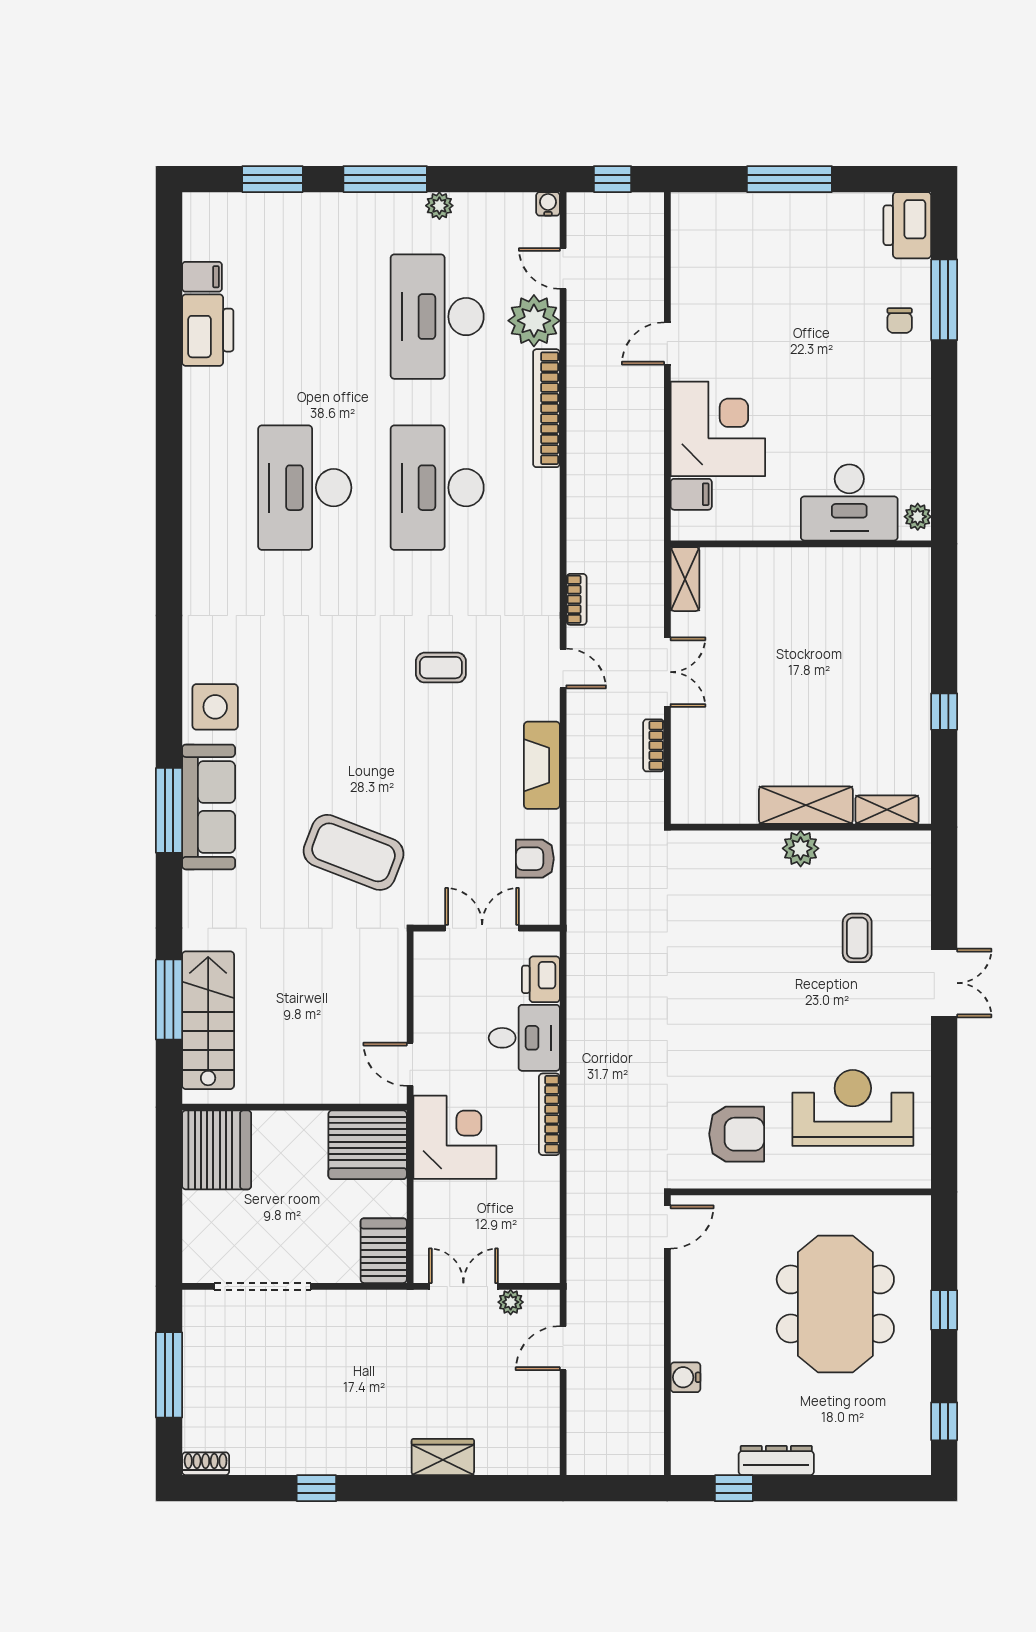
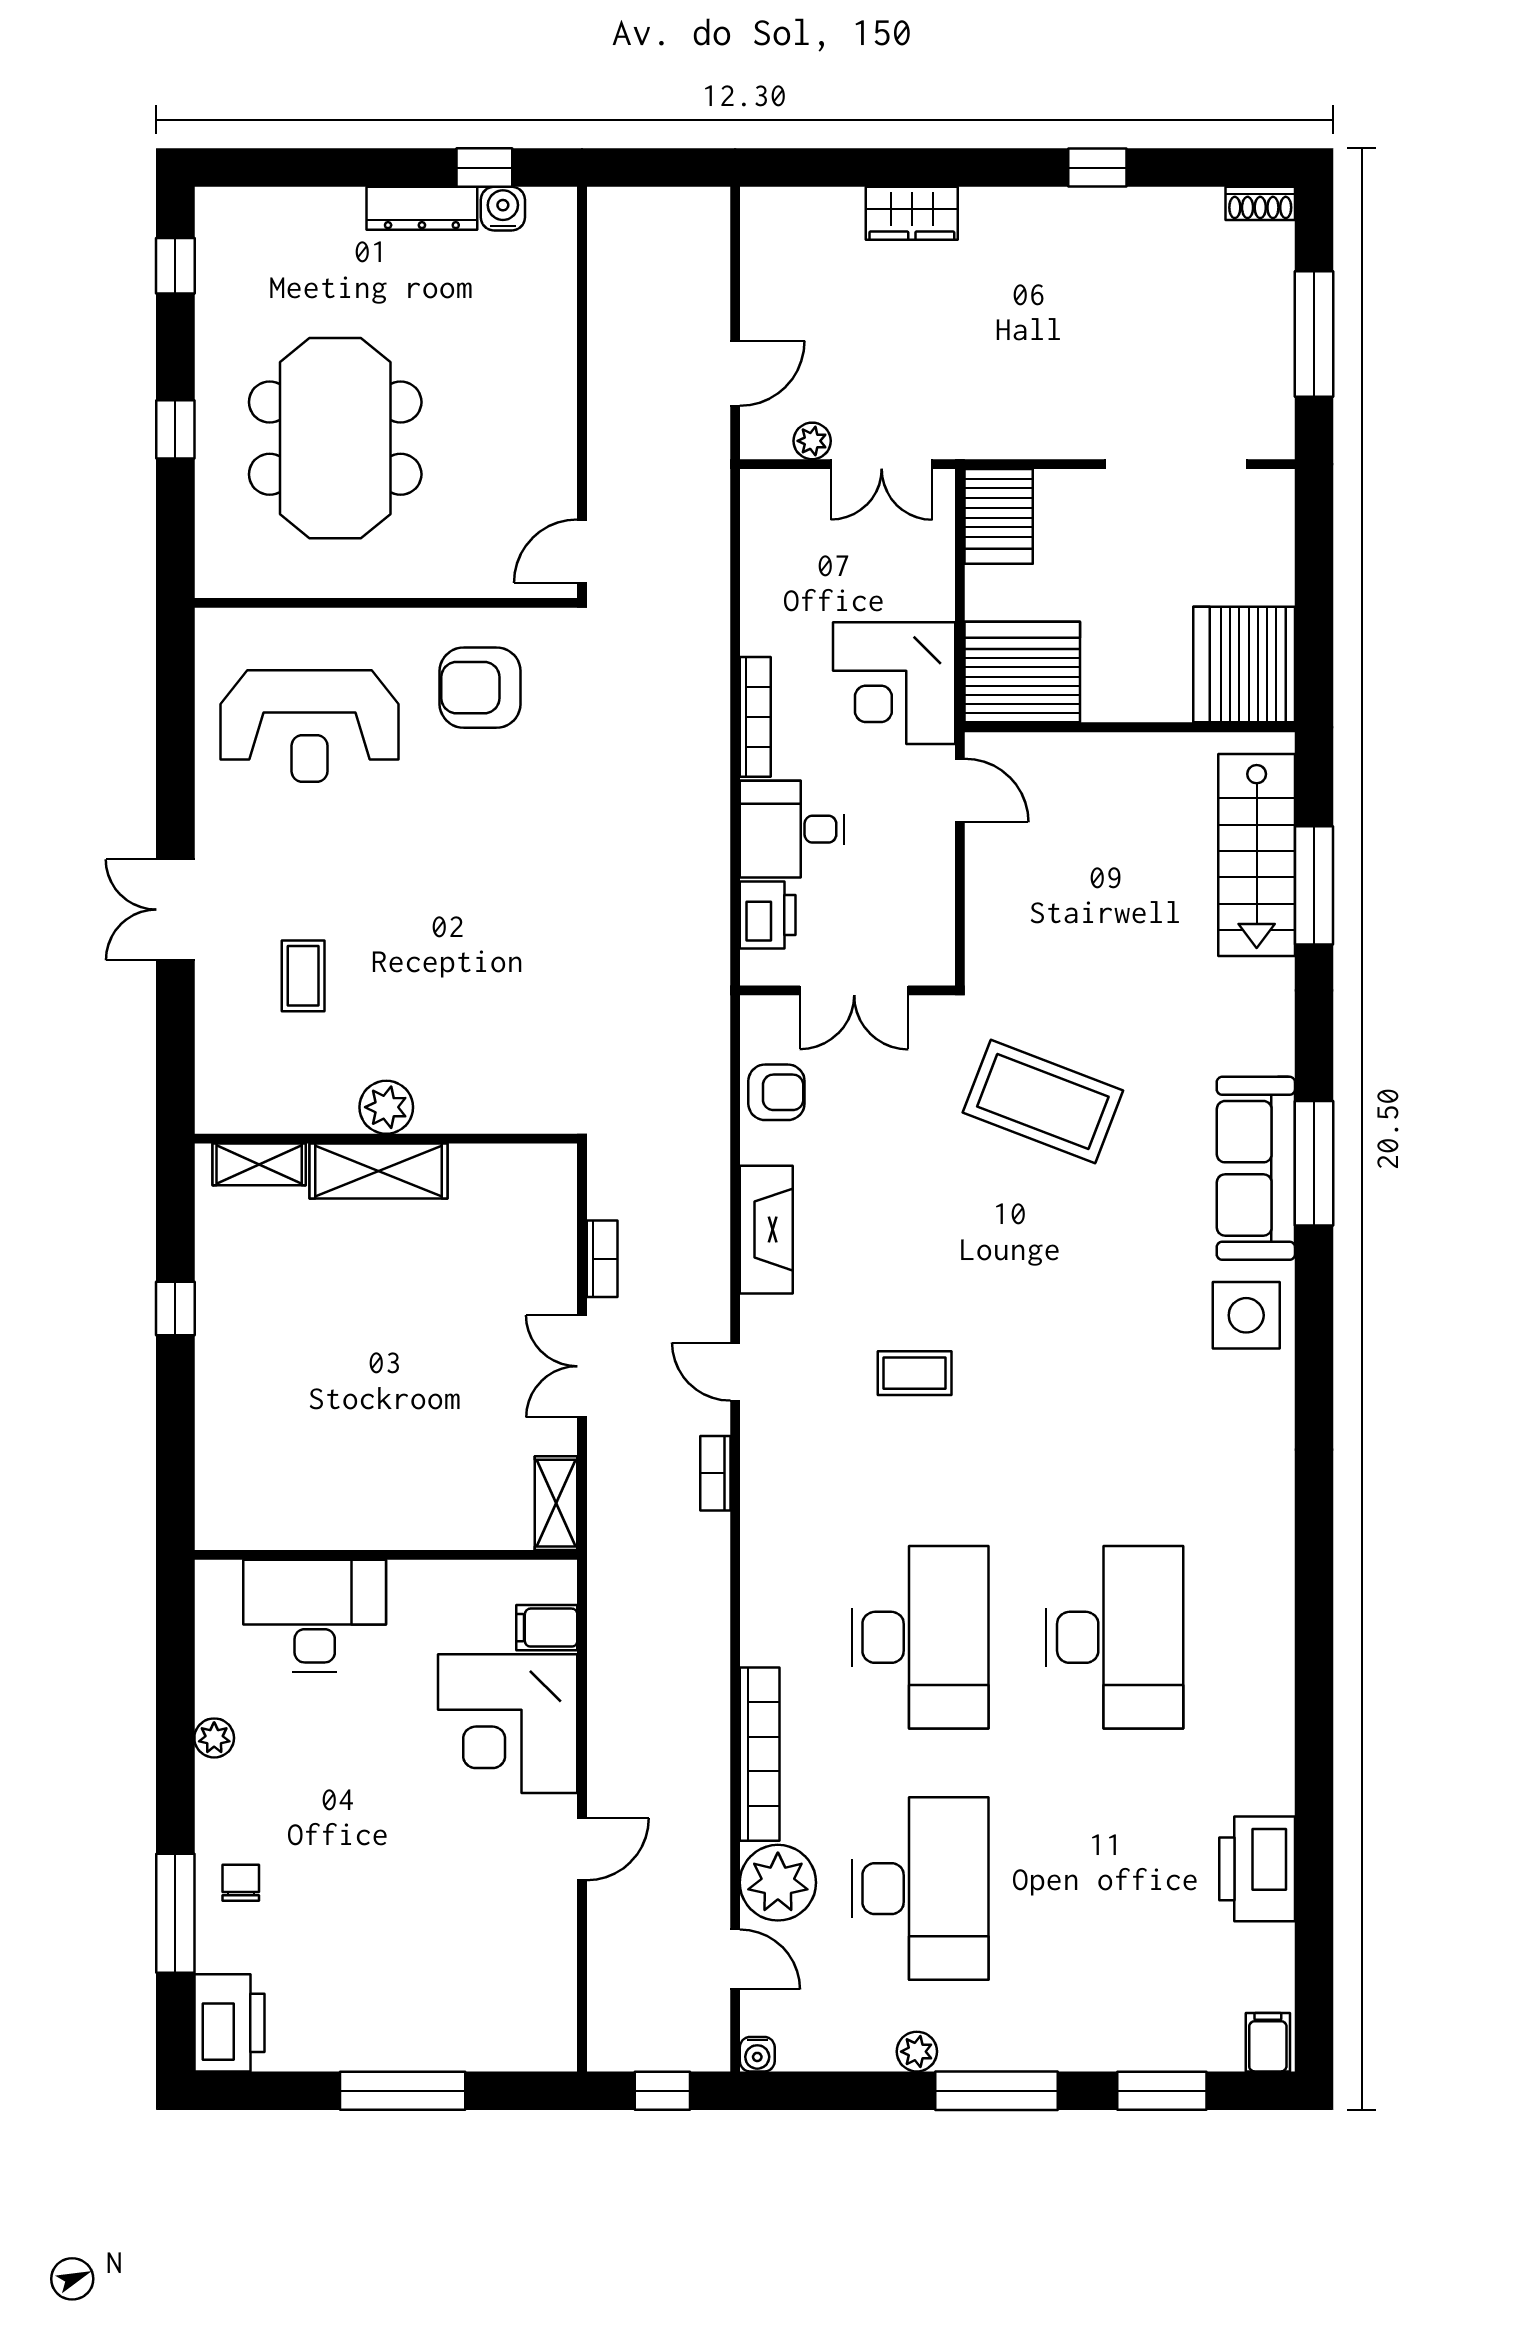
filing cabinet: (202, 277) -> (1268, 2042), moved, turned 90
plant: (918, 517) -> (214, 1738), moved
water cooler: (685, 1377) -> (503, 209), moved, turned -90

